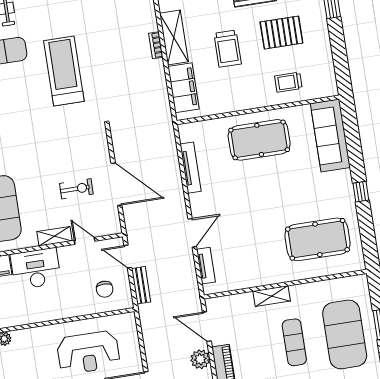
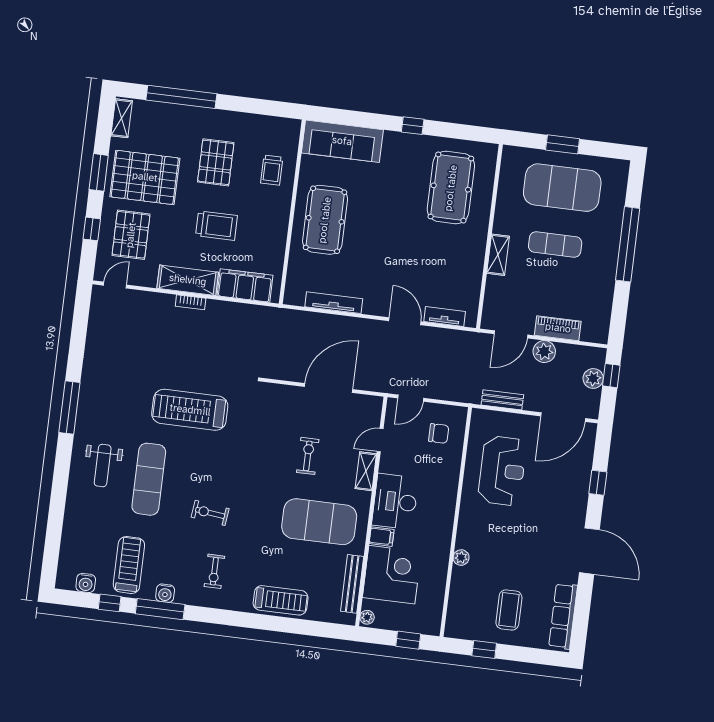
exercise bike: (76, 189) -> (308, 456), moved
bench: (141, 285) -> (502, 400), moved

